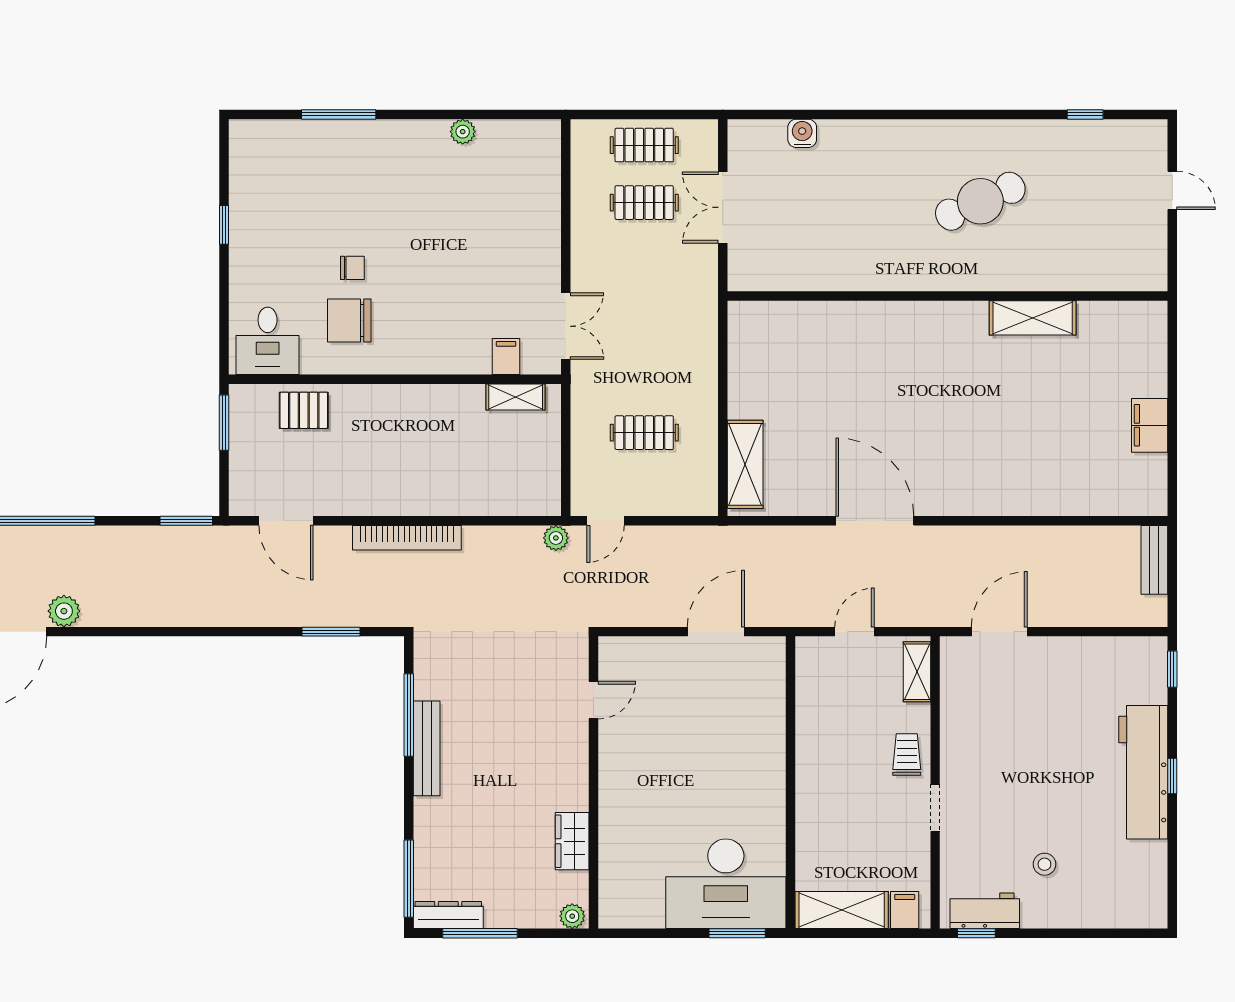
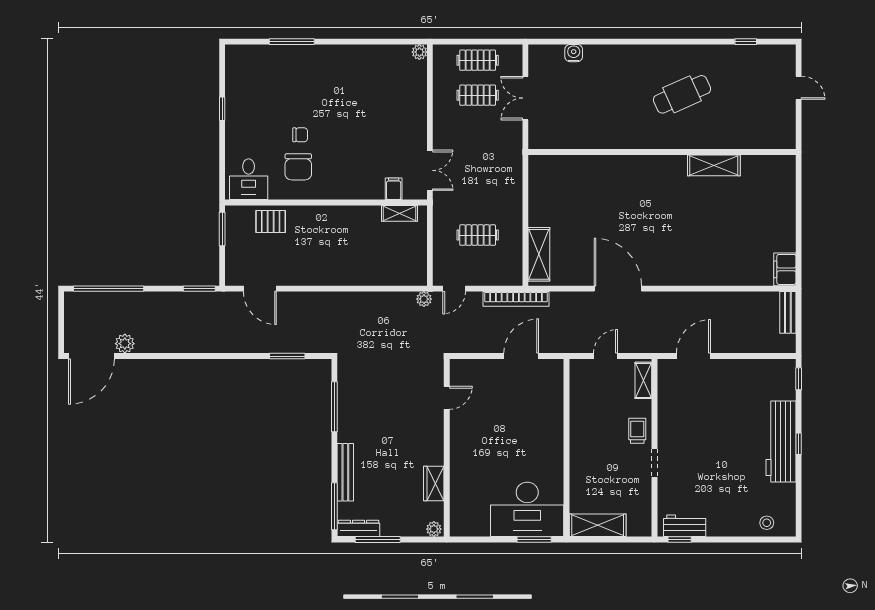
plant: (463, 132) -> (419, 52), moved
chair: (349, 320) -> (298, 167), turned -90
filing cabinet: (1150, 425) -> (785, 269), moved
bookcase: (407, 538) -> (516, 299), moved
bench: (427, 748) -> (345, 472), moved
stool: (1044, 864) -> (767, 523), moved
filing cabinet: (905, 910) -> (636, 525), removed

